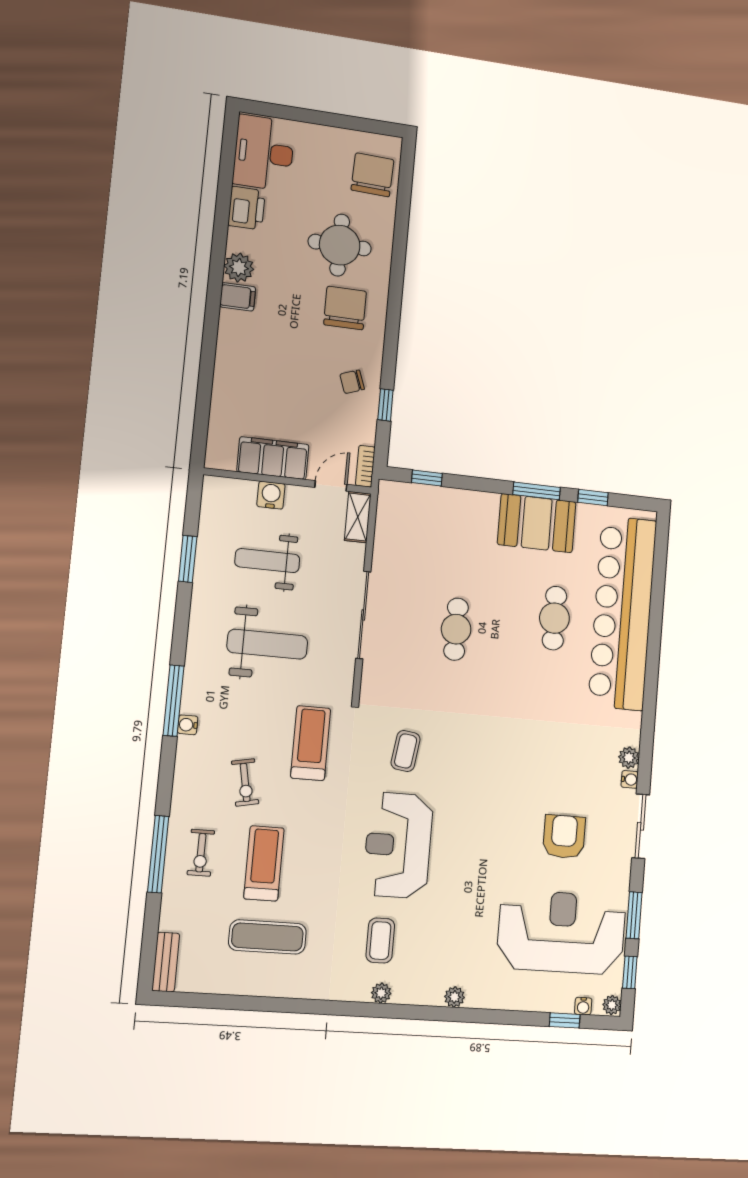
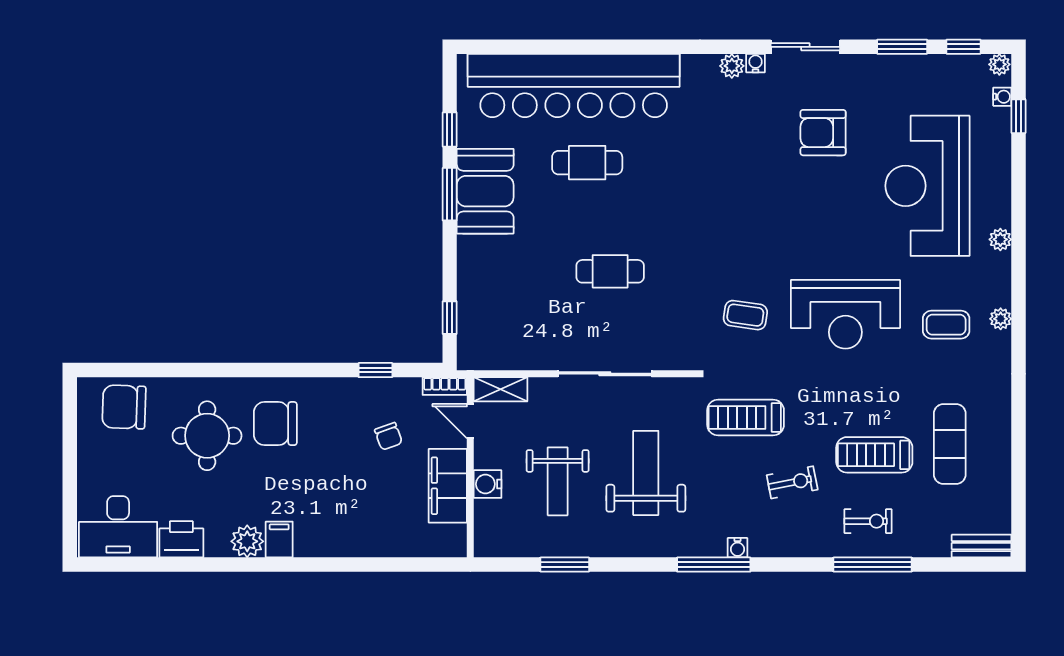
chair: (352, 382) -> (388, 436), moved
reception desk: (561, 932) -> (927, 186), moved

